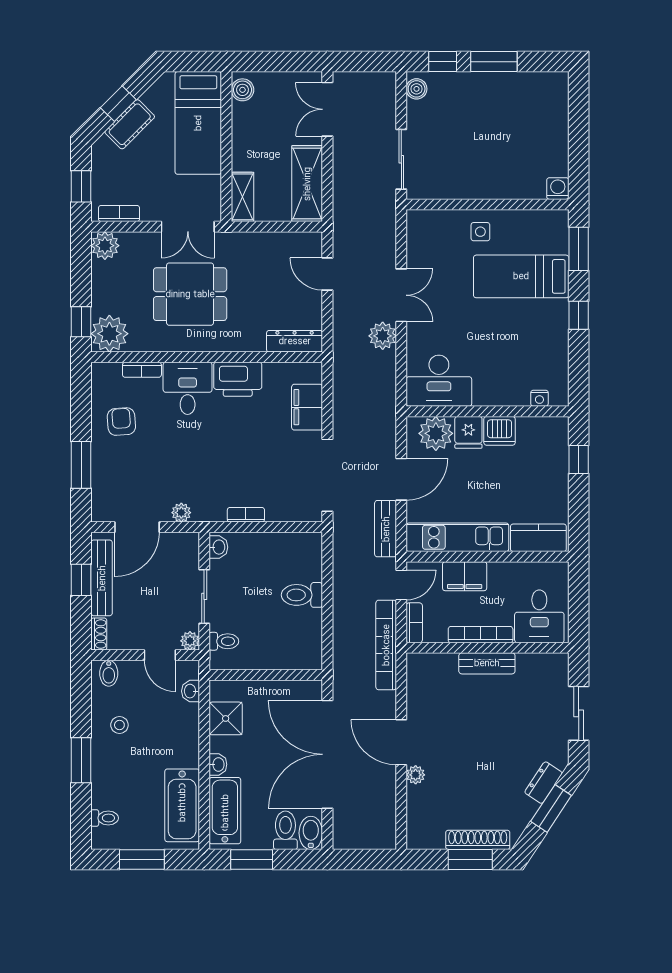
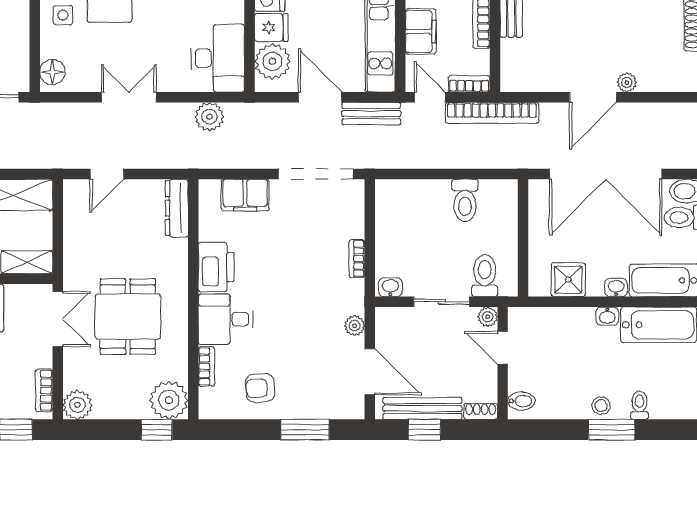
floor lamp: (426, 221) -> (52, 72), added
plant: (383, 336) -> (209, 117), moved
toilet: (302, 595) -> (465, 200), moved
toilet: (224, 641) -> (485, 276), width x1.37, depth x1.39
door: (160, 655) -> (503, 348), swing flipped
washbasin: (190, 691) -> (607, 316), moved
stool: (119, 725) -> (601, 406), moved
toilet: (105, 818) -> (640, 405), moved

